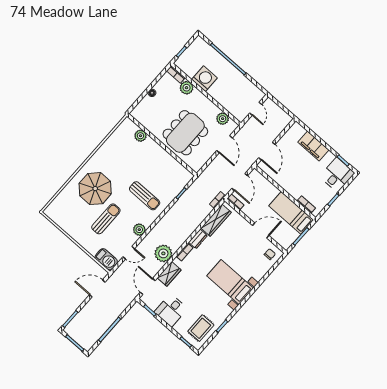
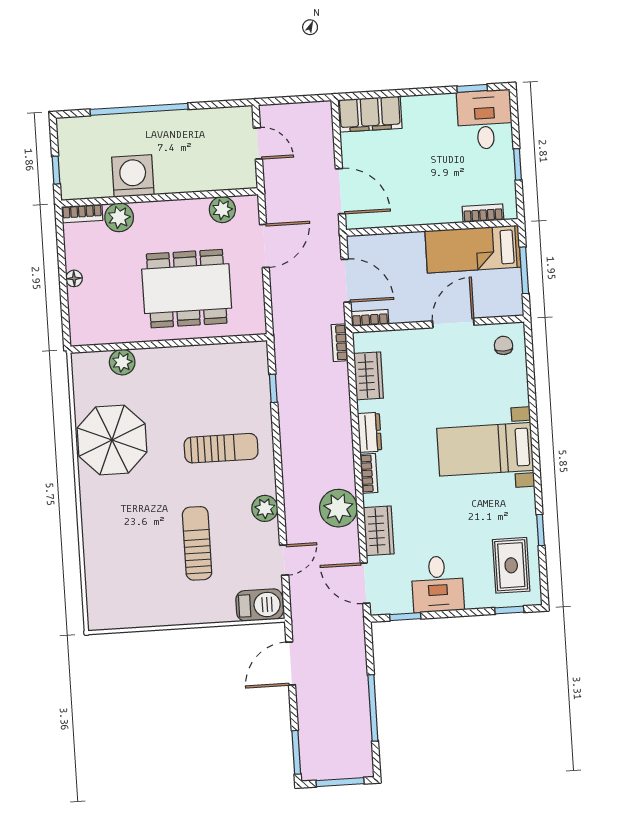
dining table: (185, 133) -> (187, 289), turned 90
door: (224, 144) -> (264, 246), hinge flipped
filing cabinet: (313, 146) -> (370, 114), moved
parasol: (95, 189) -> (112, 440), moved
wardrobe: (216, 220) -> (369, 376), width x0.67

